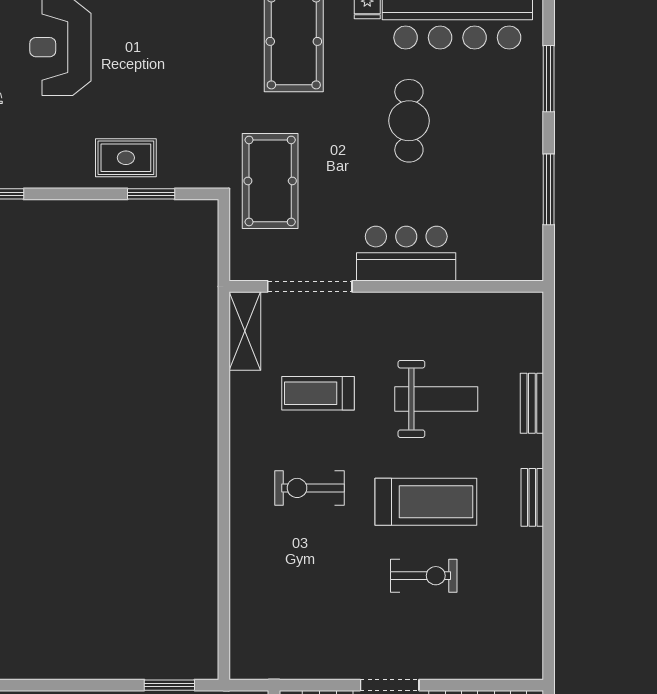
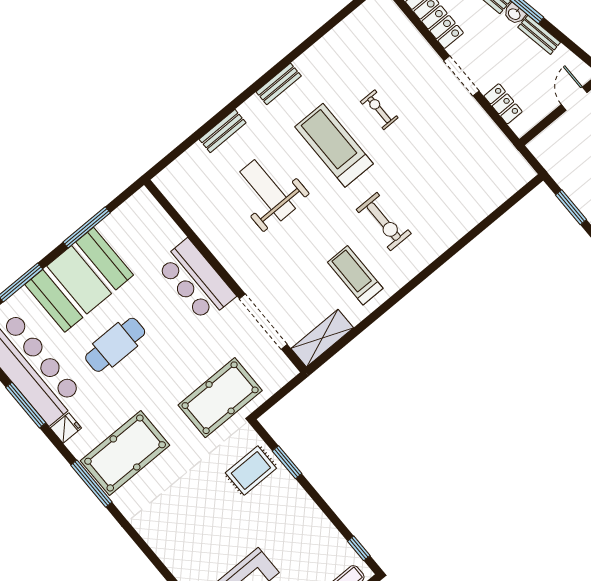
booth: (503, 139) -> (79, 280), added
rug: (126, 158) -> (251, 470), moved, turned 90
treadmill: (318, 393) -> (355, 275), moved, turned 180
exercise bike: (424, 576) -> (379, 110), width x0.73, depth x0.72

